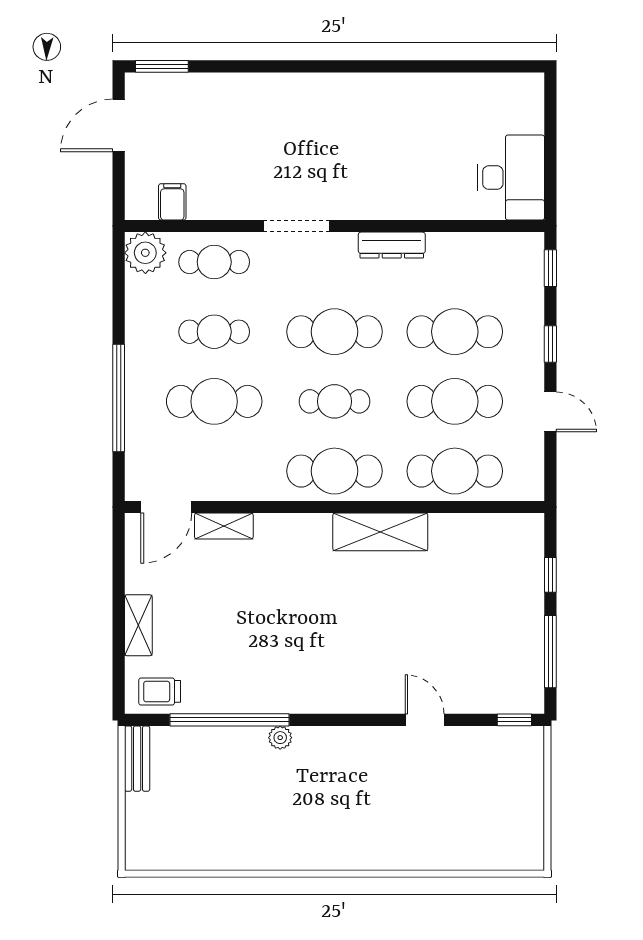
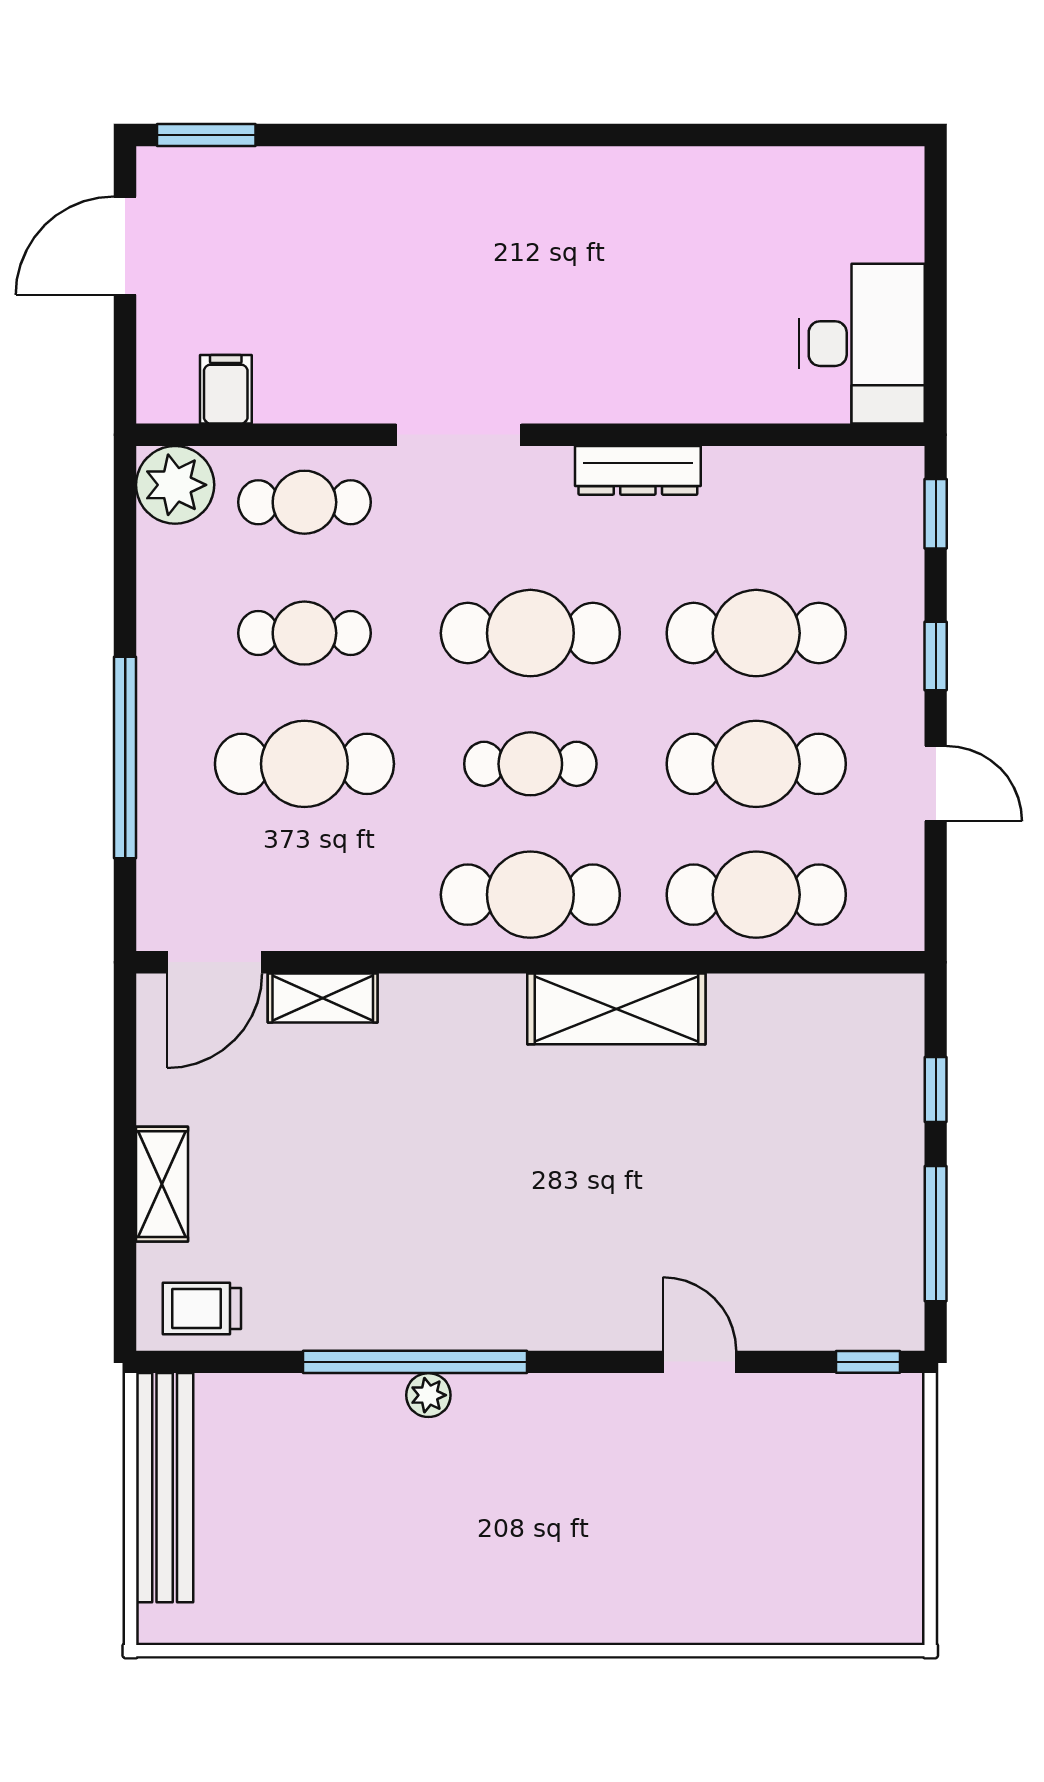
window: (230, 720) -> (415, 1362), moved
bench: (137, 759) -> (165, 1488), width x1.86, depth x1.21

